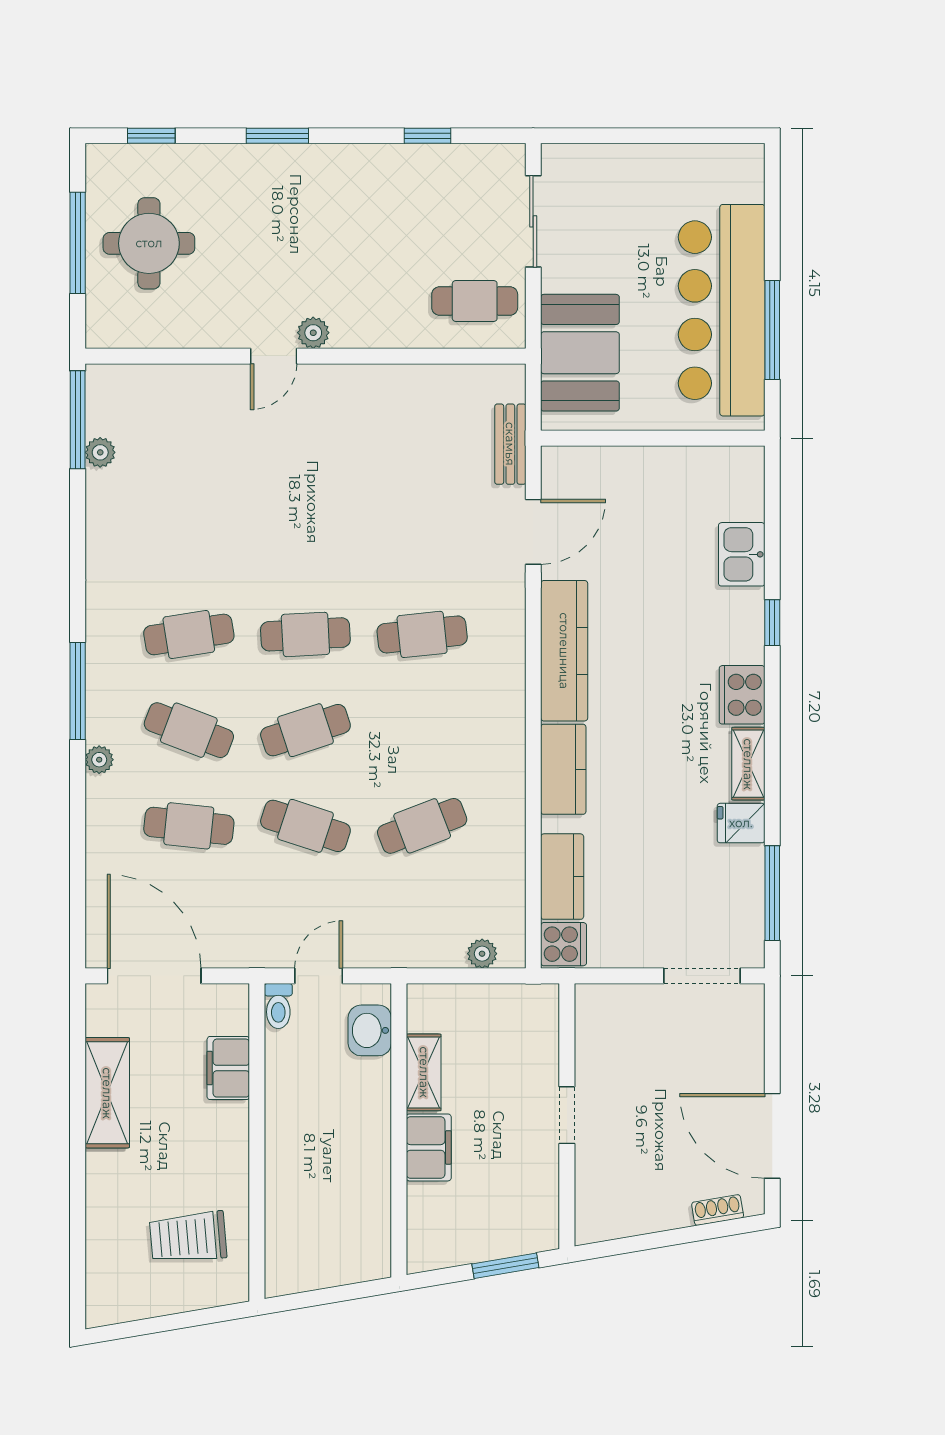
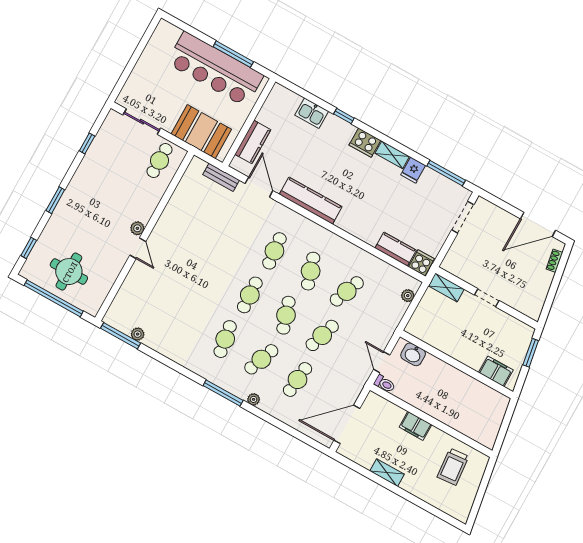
window: (78, 243) -> (54, 298), width x1.46
cafe table: (422, 730) -> (311, 271), added
kitchen counter: (563, 769) -> (253, 142), moved, turned 90
cafe table: (422, 826) -> (347, 291), turned 42
filing cabinet: (228, 1068) -> (415, 426), moved
shelving: (424, 1072) -> (446, 287), moved
shelving: (107, 1093) -> (387, 473), width x0.67, depth x0.75
filing cabinet: (429, 1147) -> (496, 371), moved

